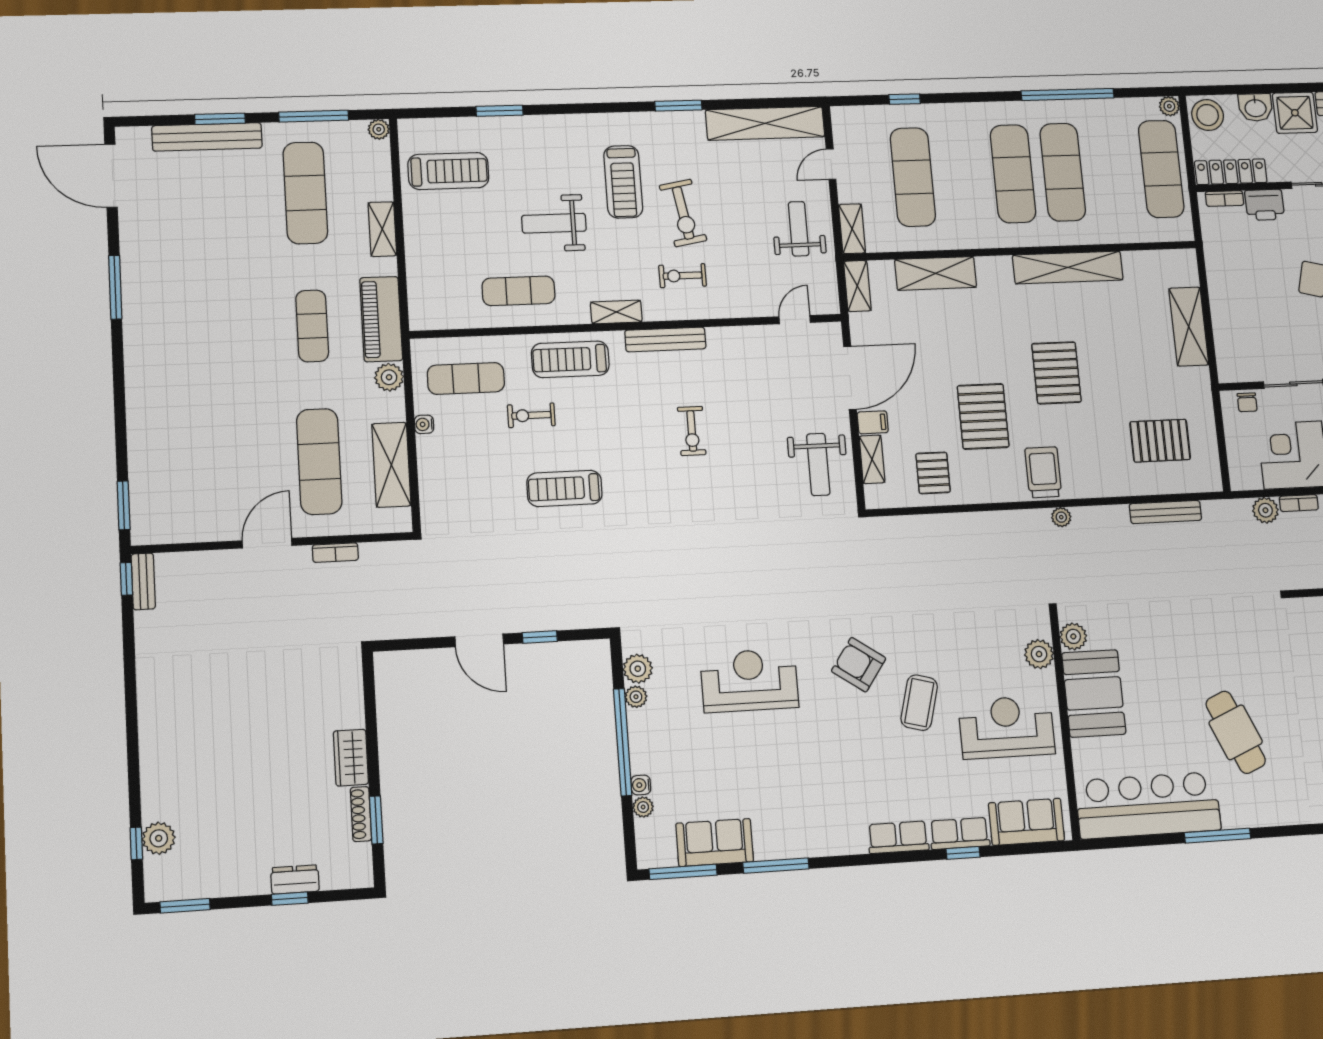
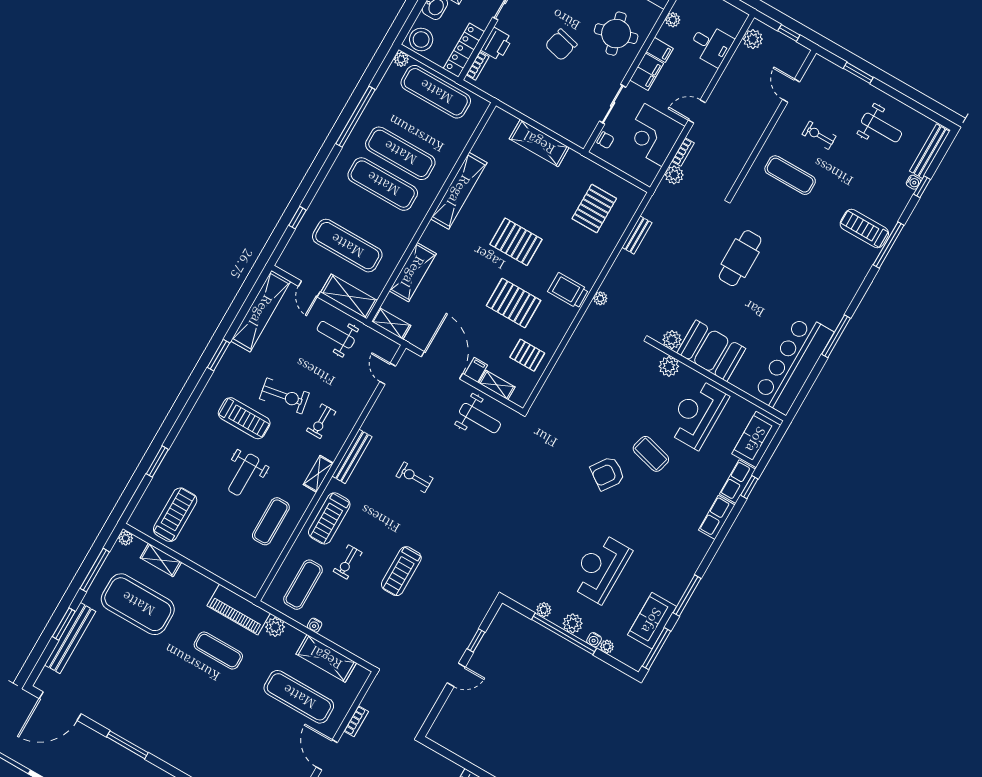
exercise mat: (305, 193) -> (138, 604), width x1.47
shelving: (382, 229) -> (161, 560), moved
shelving: (852, 229) -> (349, 296), width x1.50, depth x1.33
exercise bike: (692, 431) -> (414, 477), turned 180
bench: (1165, 512) -> (637, 235), width x0.73
door: (479, 640) -> (456, 675), width x0.73
plant: (638, 669) -> (573, 623), moved
reception desk: (749, 680) -> (600, 568), moved
cafe table: (1236, 732) -> (740, 258), moved, turned -67

